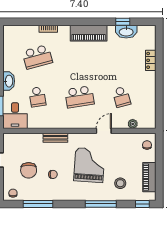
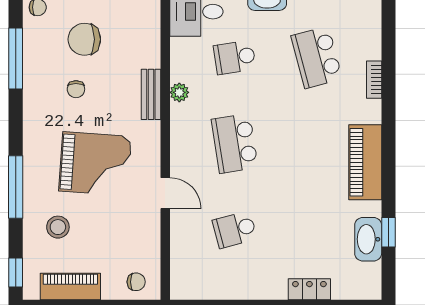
plant: (133, 124) -> (179, 92), moved

